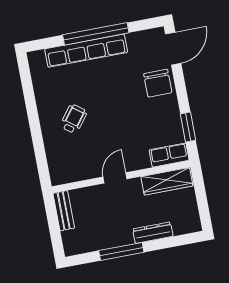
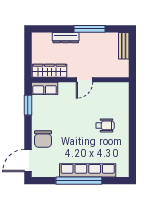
chair: (158, 83) -> (43, 139), turned 180
wheelchair: (74, 119) -> (105, 125), turned -127
bench: (64, 211) -> (124, 46), moved

